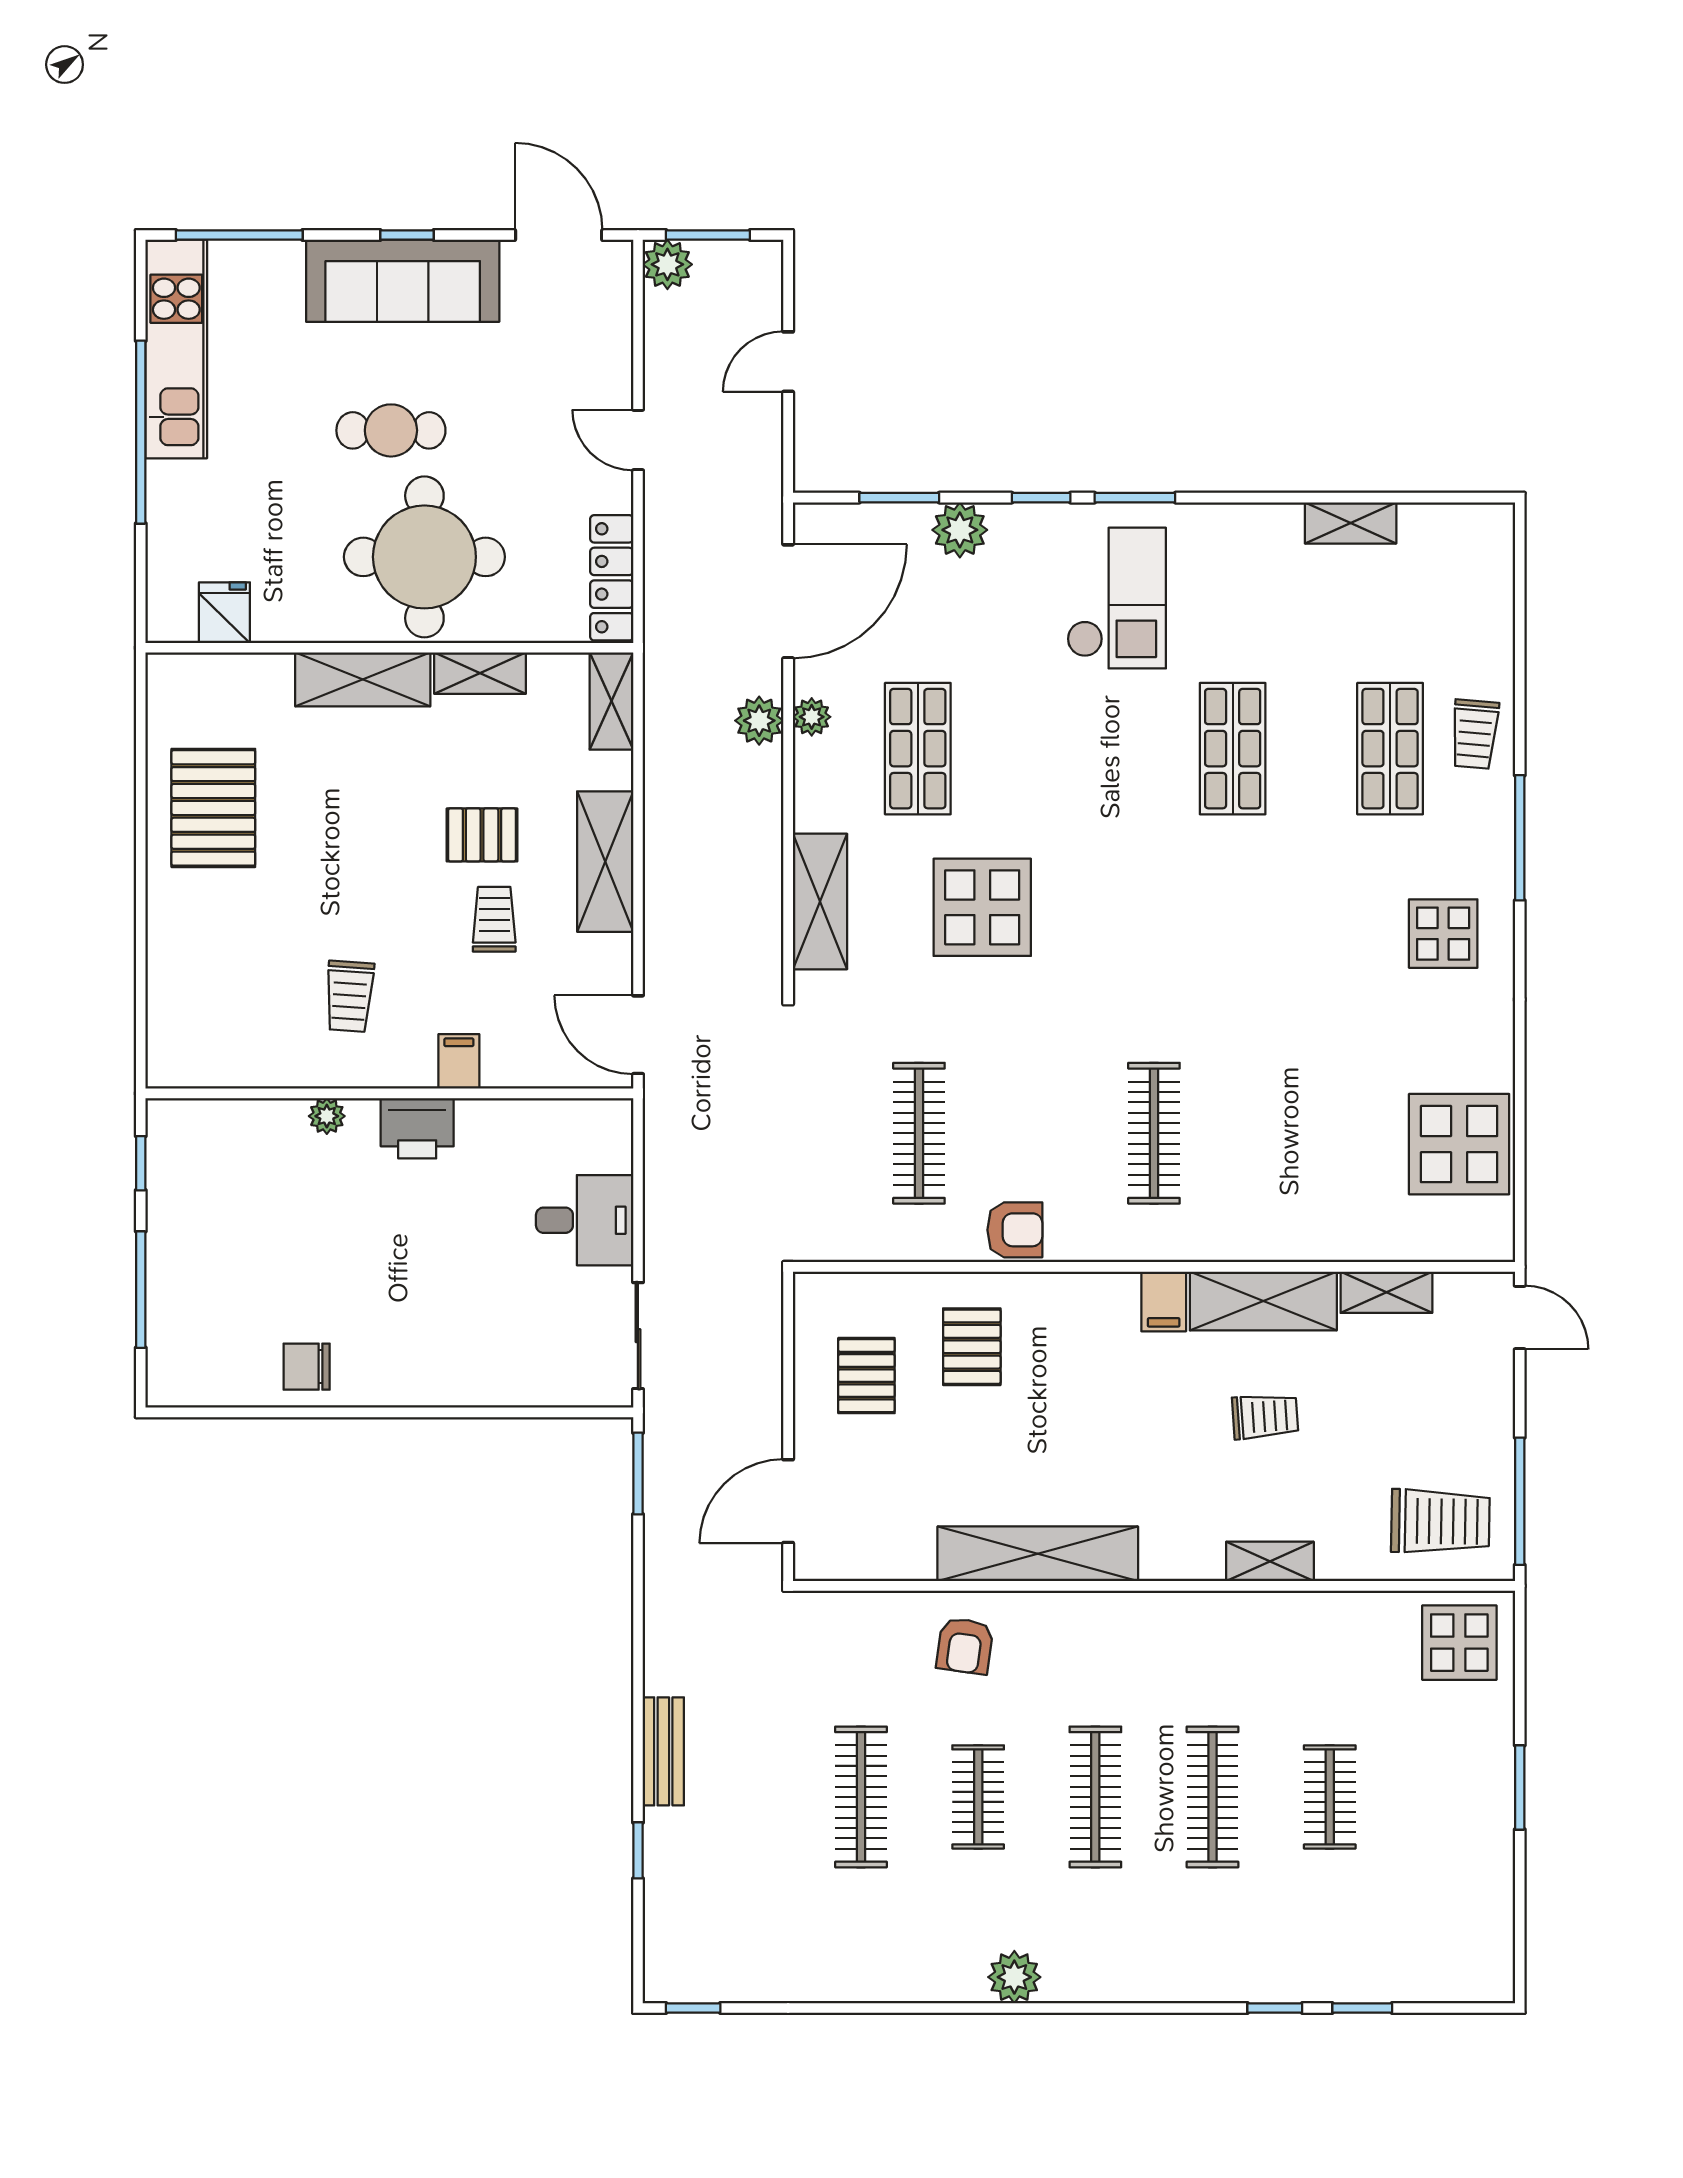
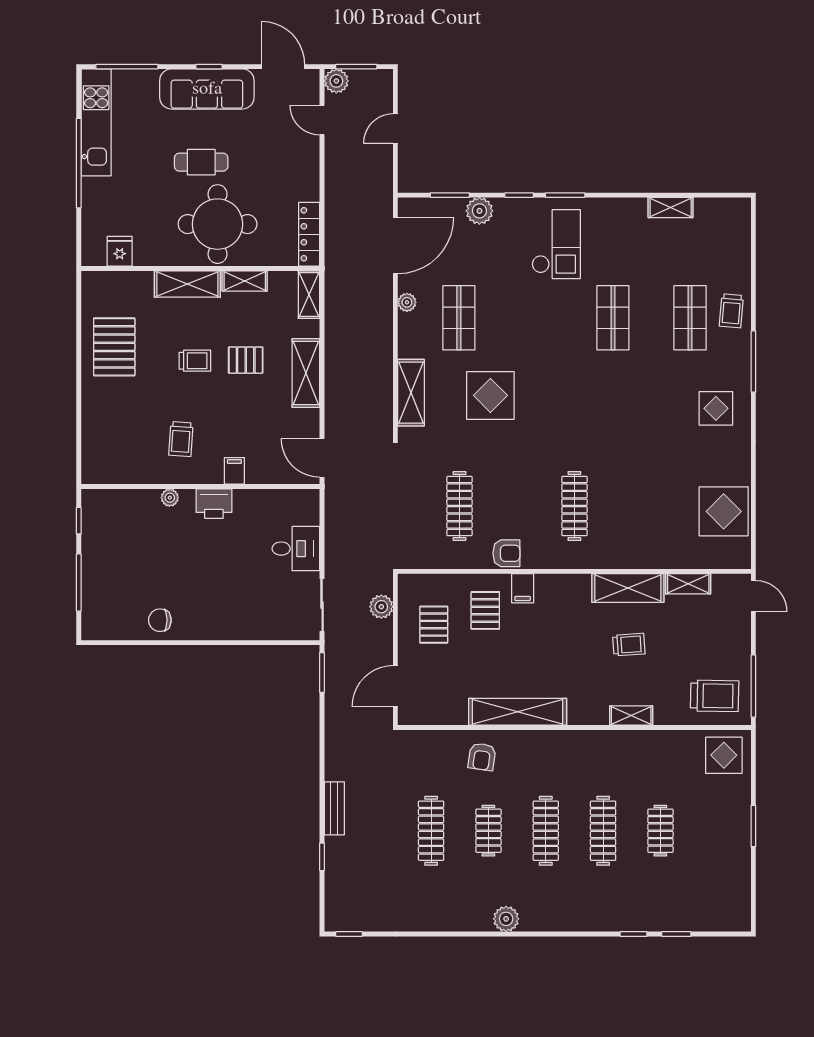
door: (638, 440) -> (322, 120), moved
plant: (759, 721) -> (381, 607), moved
trolley: (494, 919) -> (195, 361), moved, turned 90
filing cabinet: (1164, 1301) -> (523, 588), moved

